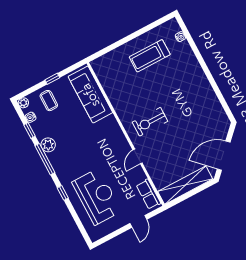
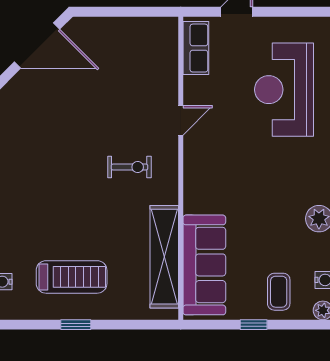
window: (136, 34) -> (76, 325), added
exercise bike: (150, 122) -> (129, 167), width x0.73, depth x0.72
shelving: (185, 185) -> (164, 257), moved, turned 90

